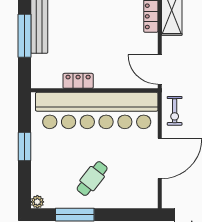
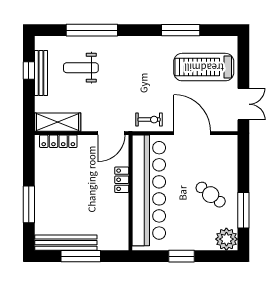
locker: (78, 81) -> (122, 180), moved
plant: (37, 202) -> (226, 239), width x1.87, depth x1.87

